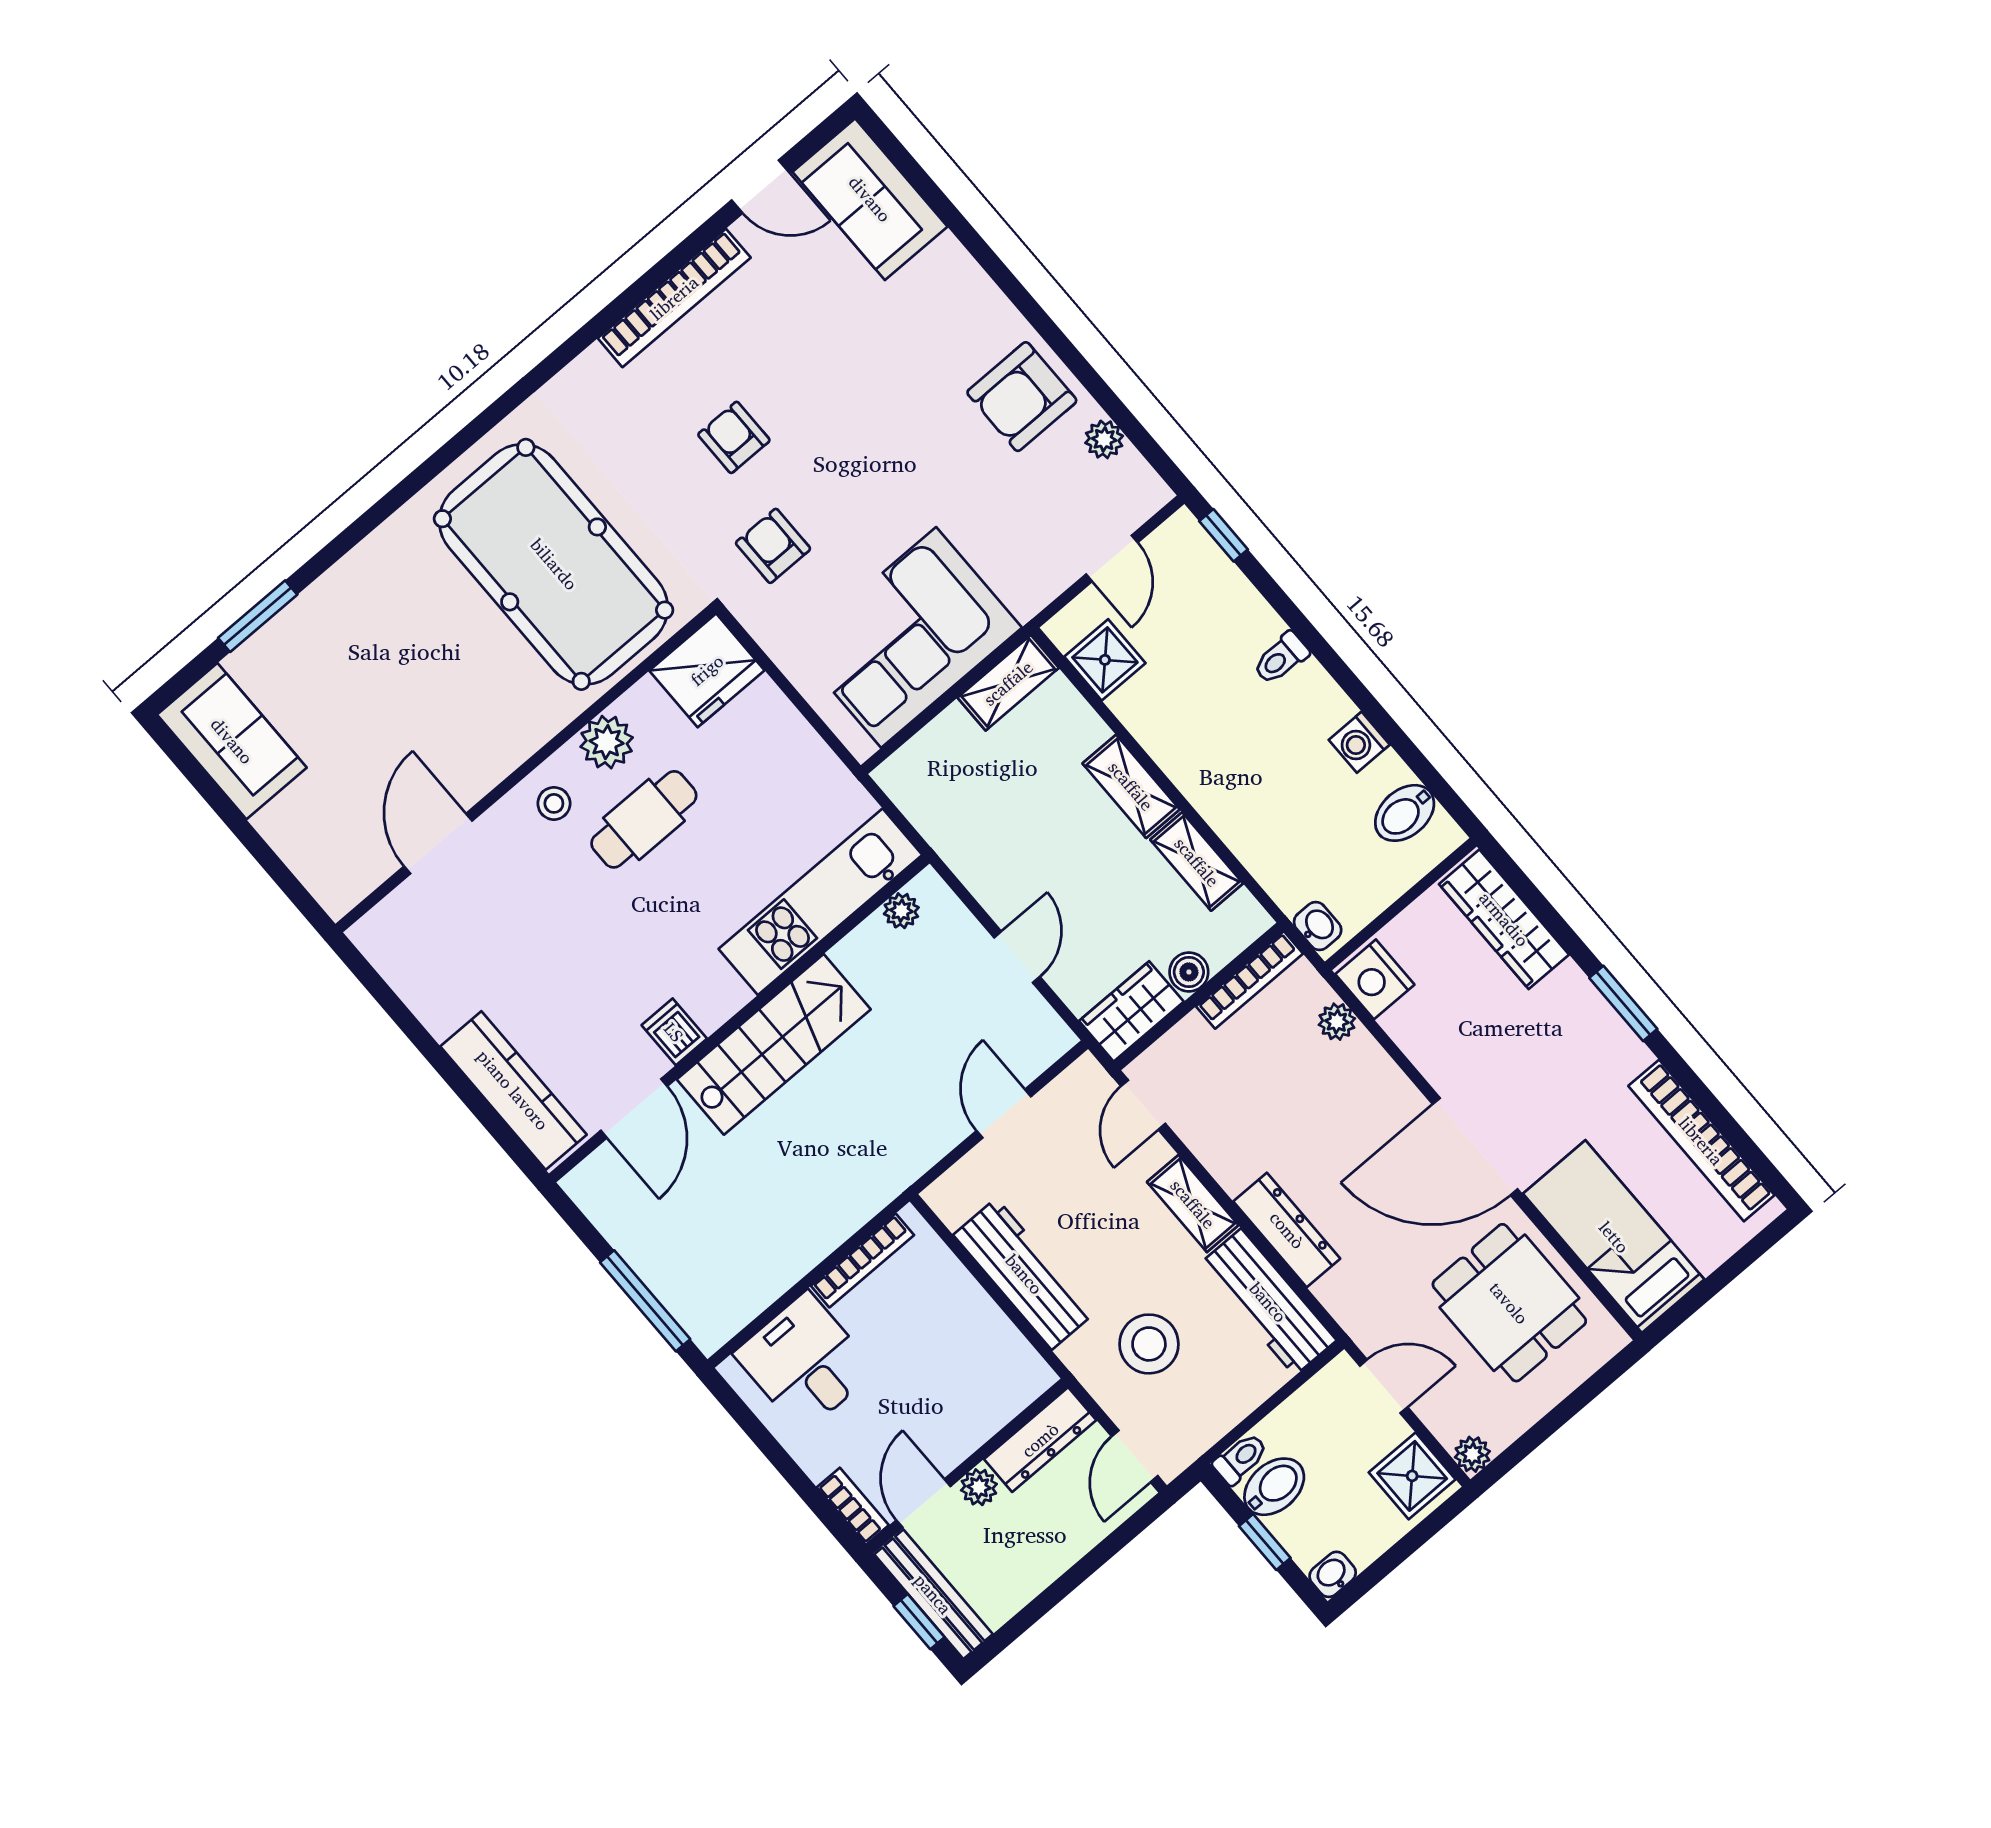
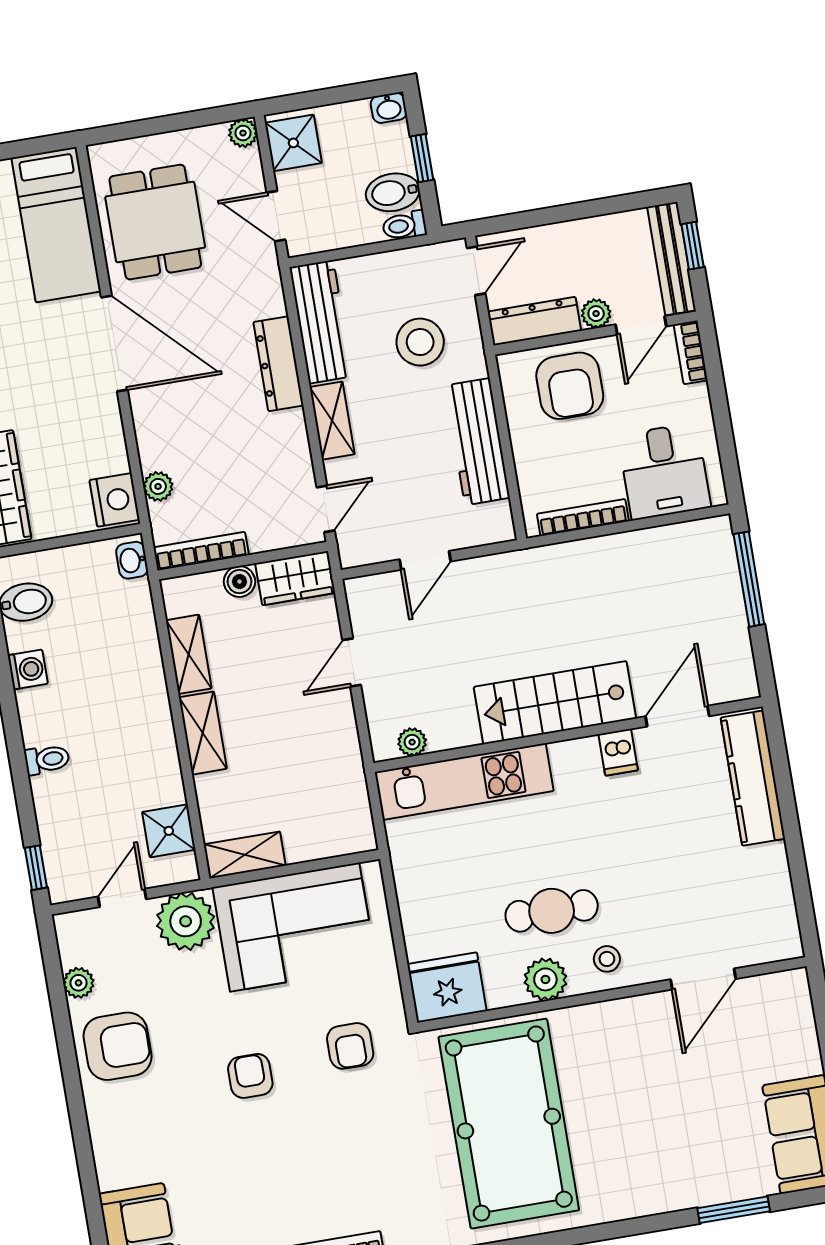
armchair: (734, 437) -> (250, 1076), moved, turned 180
plant: (1029, 574) -> (186, 921), added
armchair: (961, 1393) -> (570, 386), added

